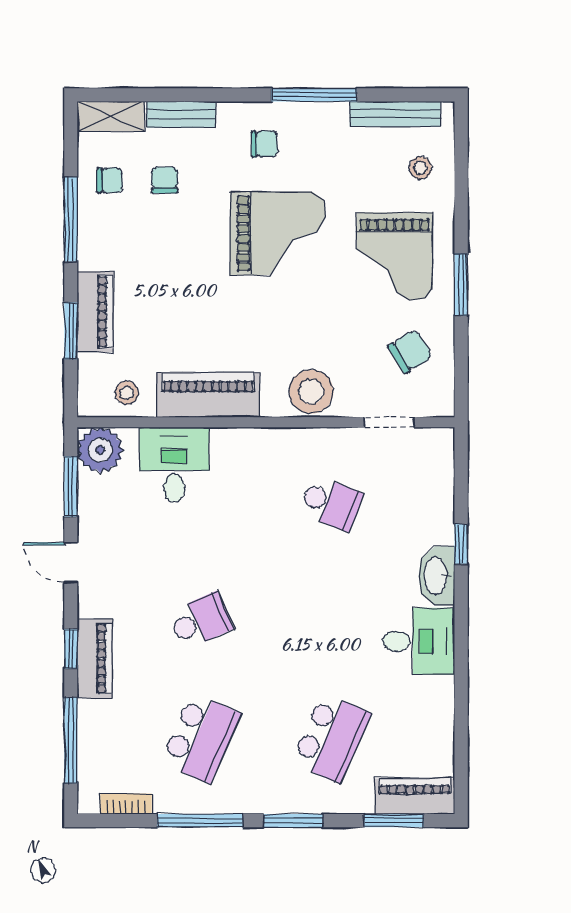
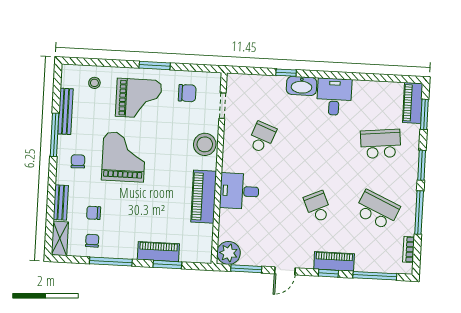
bench: (395, 114) -> (65, 111), moved
chair: (410, 351) -> (187, 93), turned 122
stool: (127, 393) -> (200, 238), removed
desk: (174, 465) -> (239, 191), moved
school desk: (331, 738) -> (381, 144), turned -30

